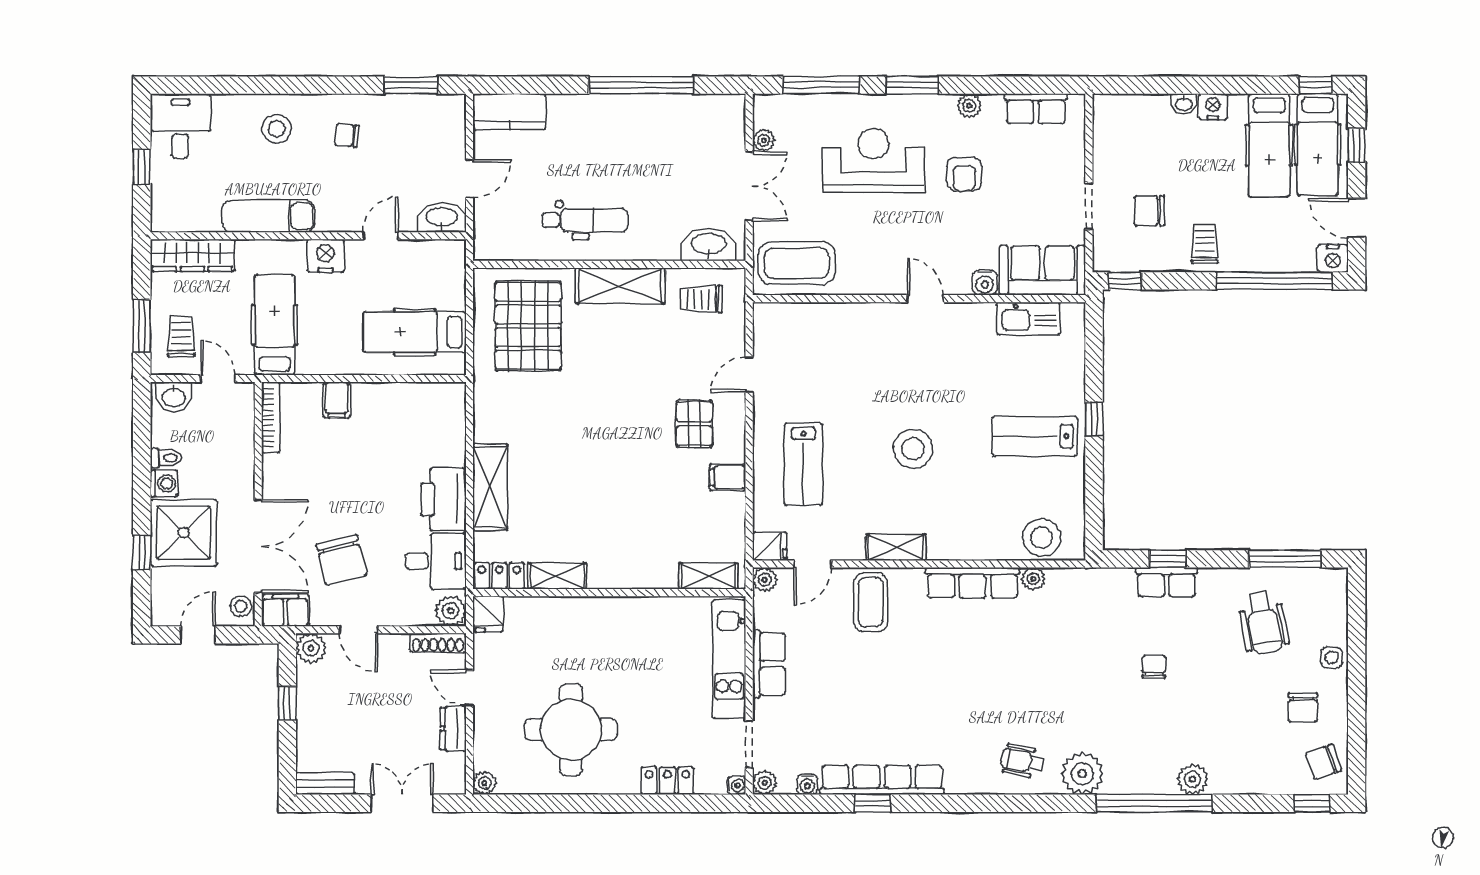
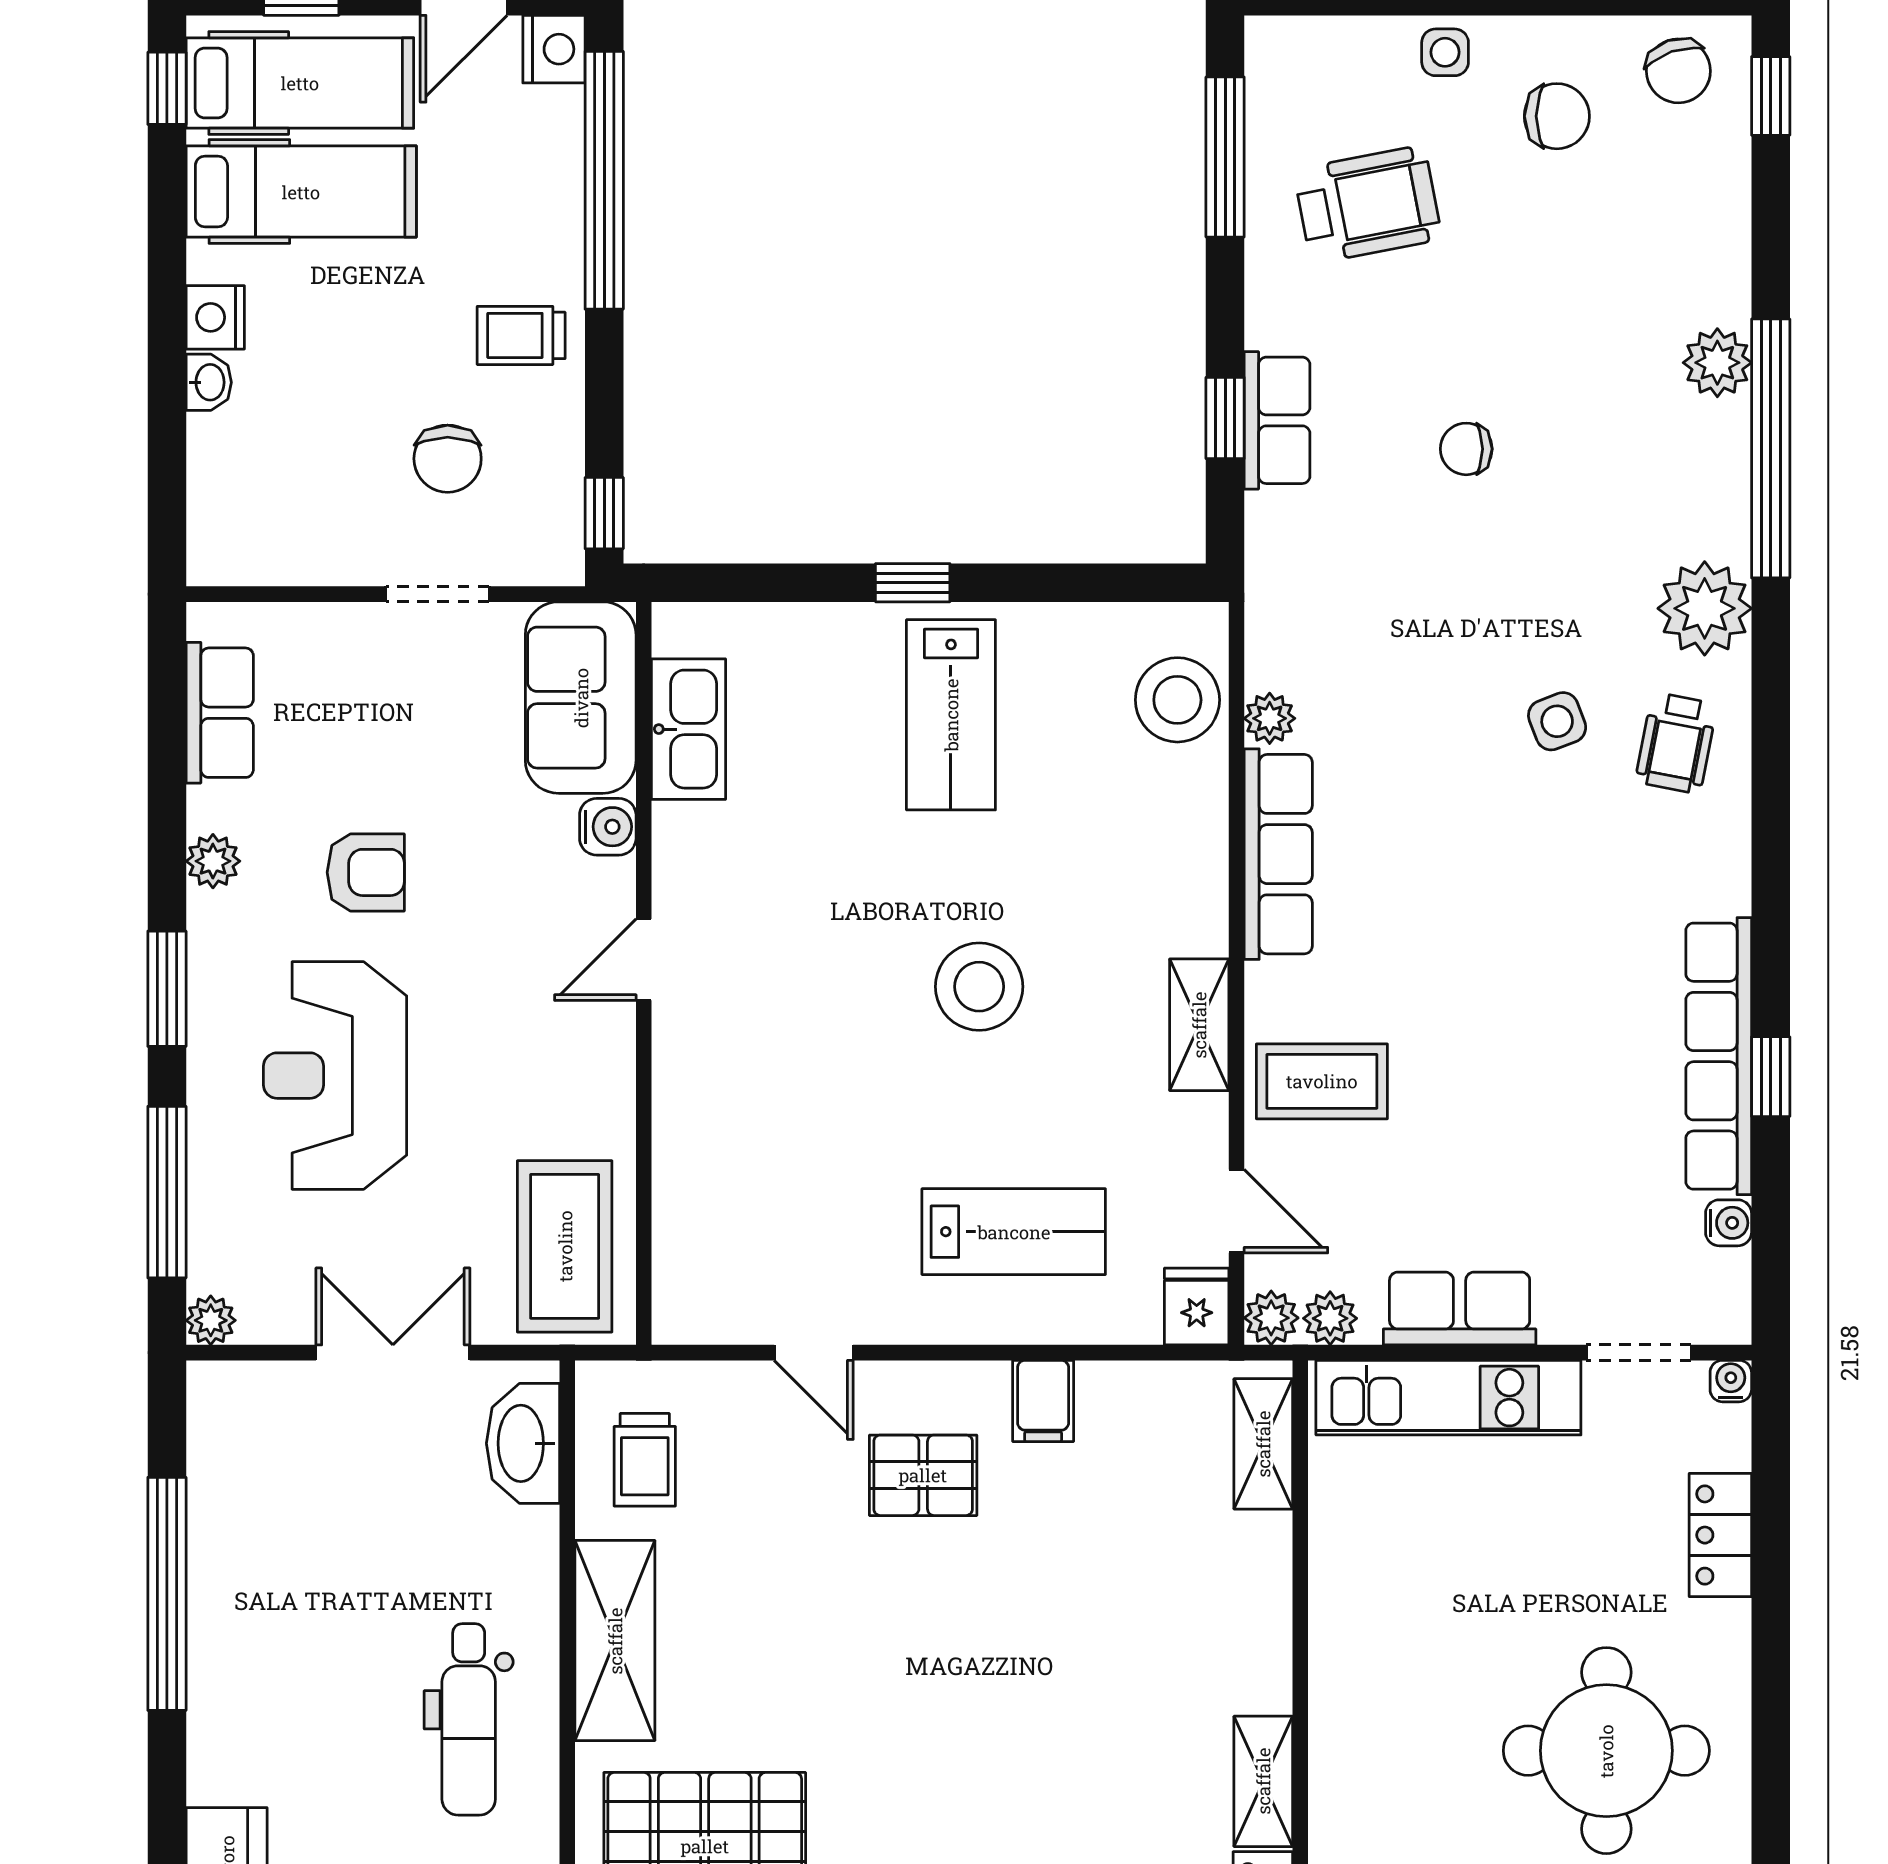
plant: (764, 140) -> (211, 1320), moved
dental chair: (585, 220) -> (469, 1719), turned 180
side table: (1032, 708) -> (1557, 721), added
plant: (765, 783) -> (1330, 1318), moved

